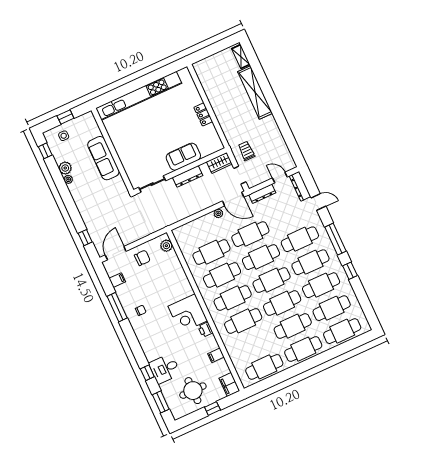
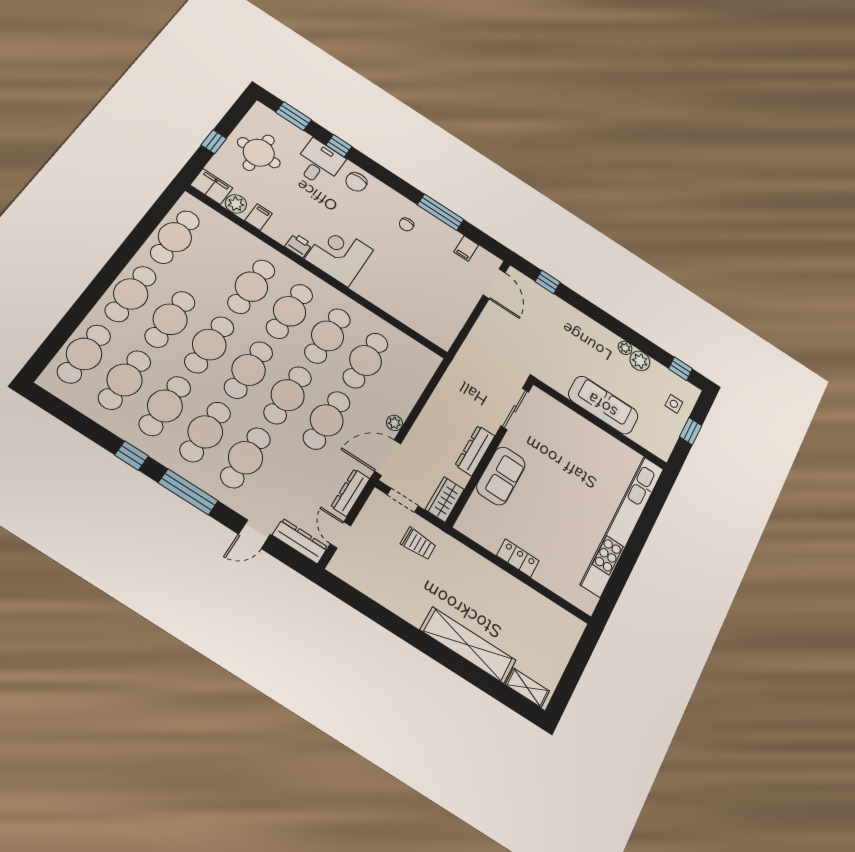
door: (280, 178) -> (340, 535), swing flipped
plant: (166, 246) -> (236, 204), moved
chair: (142, 258) -> (356, 182), moved

